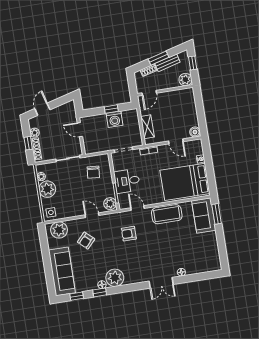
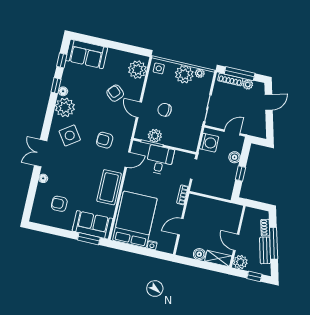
window: (159, 58) -> (274, 243), width x1.44
door: (149, 93) -> (236, 242), moved
door: (42, 109) -> (269, 102), hinge flipped
boiler: (100, 119) -> (235, 157), added
washing machine: (115, 119) -> (209, 143), moved, turned 180
shelving: (147, 127) -> (218, 259), moved
boiler: (195, 132) -> (199, 254), moved
window: (28, 143) -> (240, 74), width x2.17
chair: (93, 172) -> (165, 110), moved
plant: (110, 204) -> (155, 136), moved
door: (92, 215) -> (139, 110), swing flipped
armchair: (129, 234) -> (105, 140), turned -87
armchair: (197, 250) -> (59, 204), added
side table: (137, 264) -> (70, 135), added
sofa: (62, 271) -> (87, 54), width x0.73

